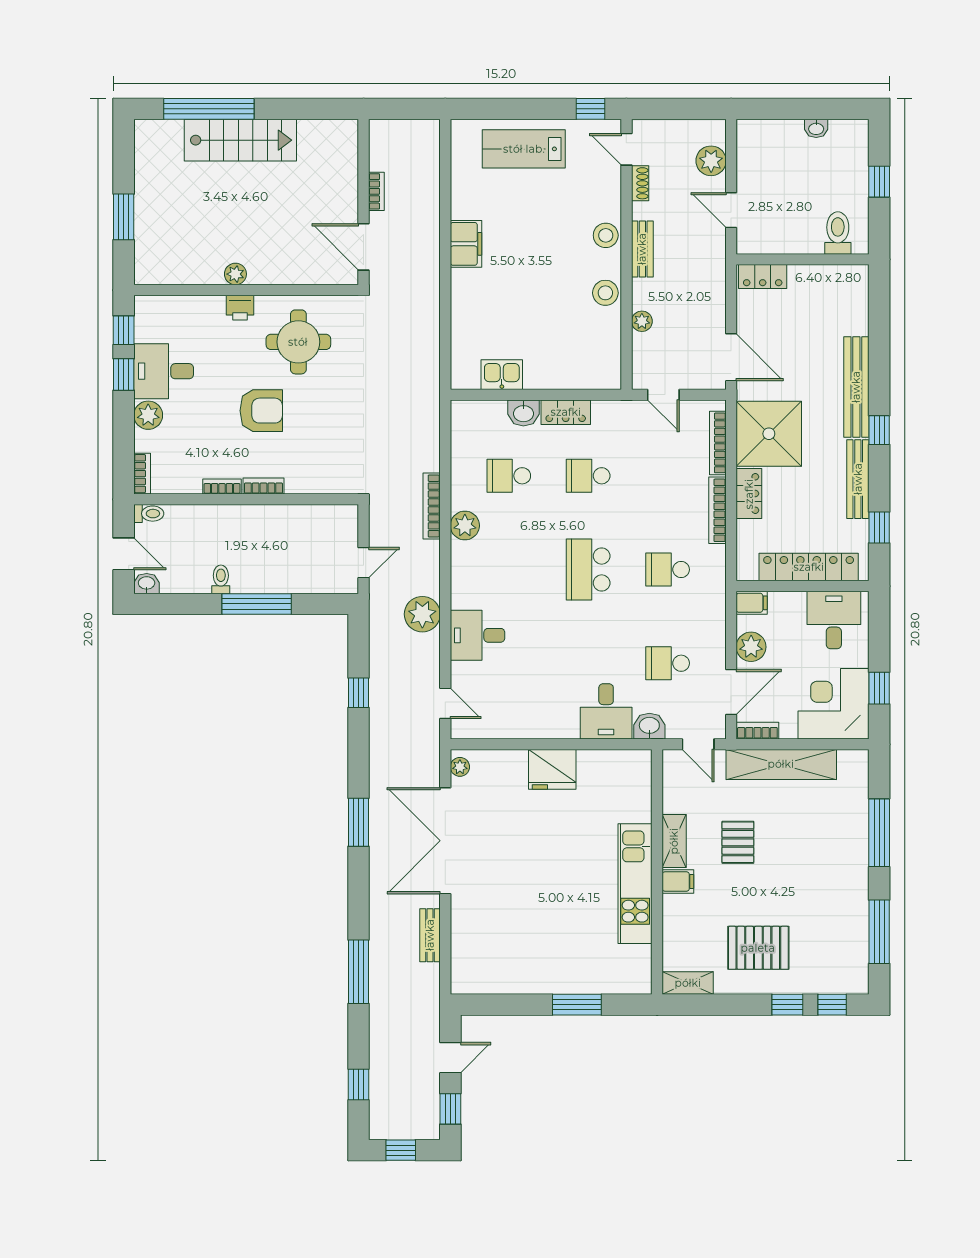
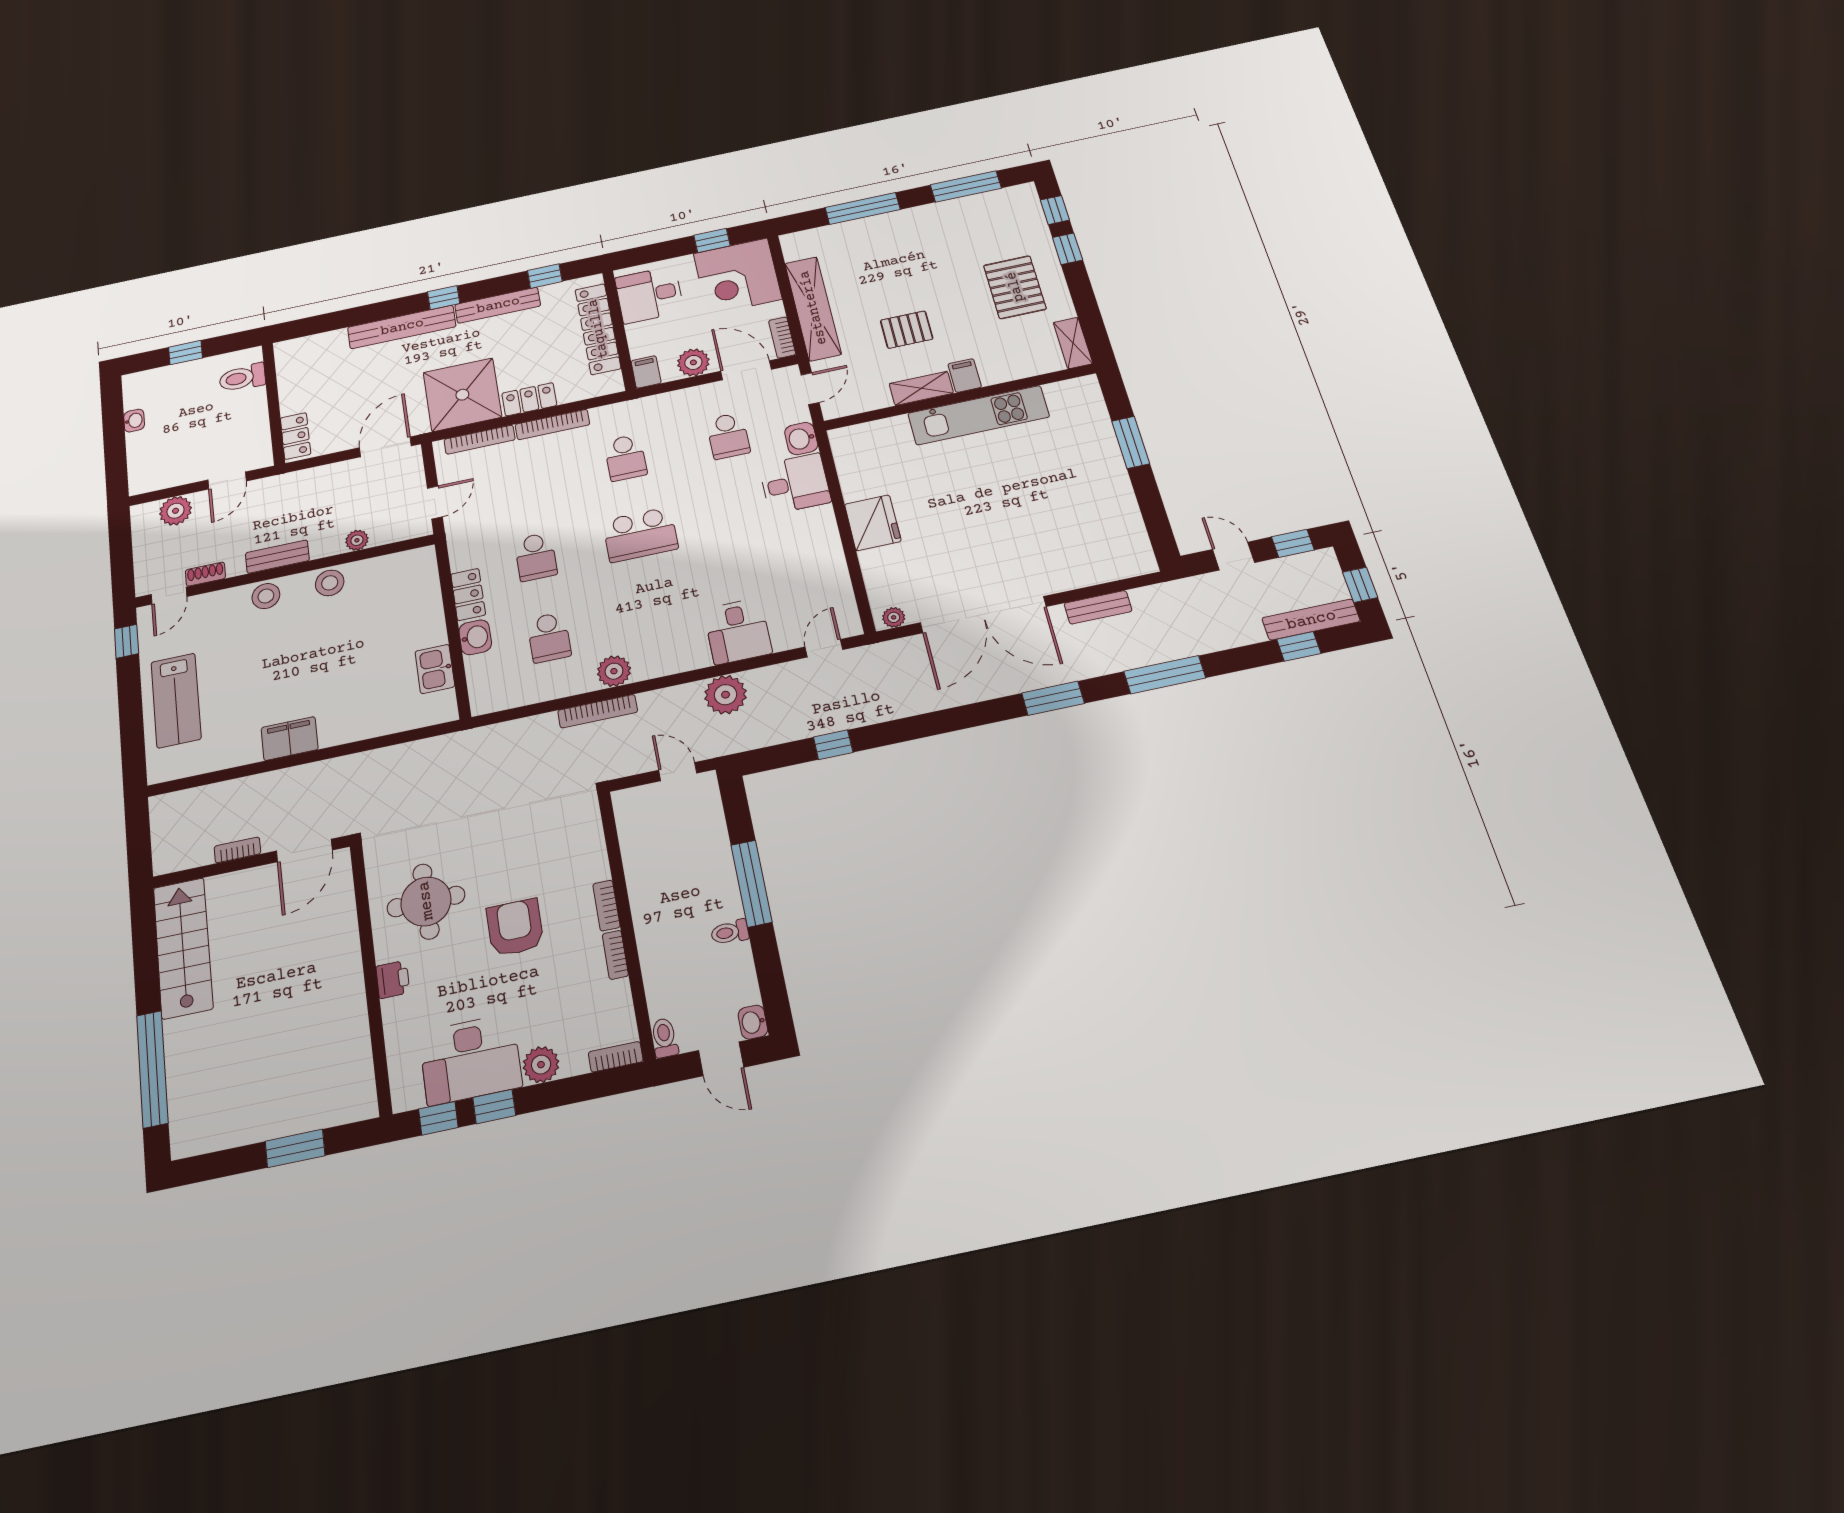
stairs: (240, 140) -> (183, 948), moved
plant: (235, 274) -> (352, 994), removed
desk: (164, 371) -> (470, 1059), width x1.37
door: (124, 554) -> (721, 1059), swing flipped
window: (358, 822) -> (1053, 698), moved
bench: (379, 1102) -> (1311, 620), added

